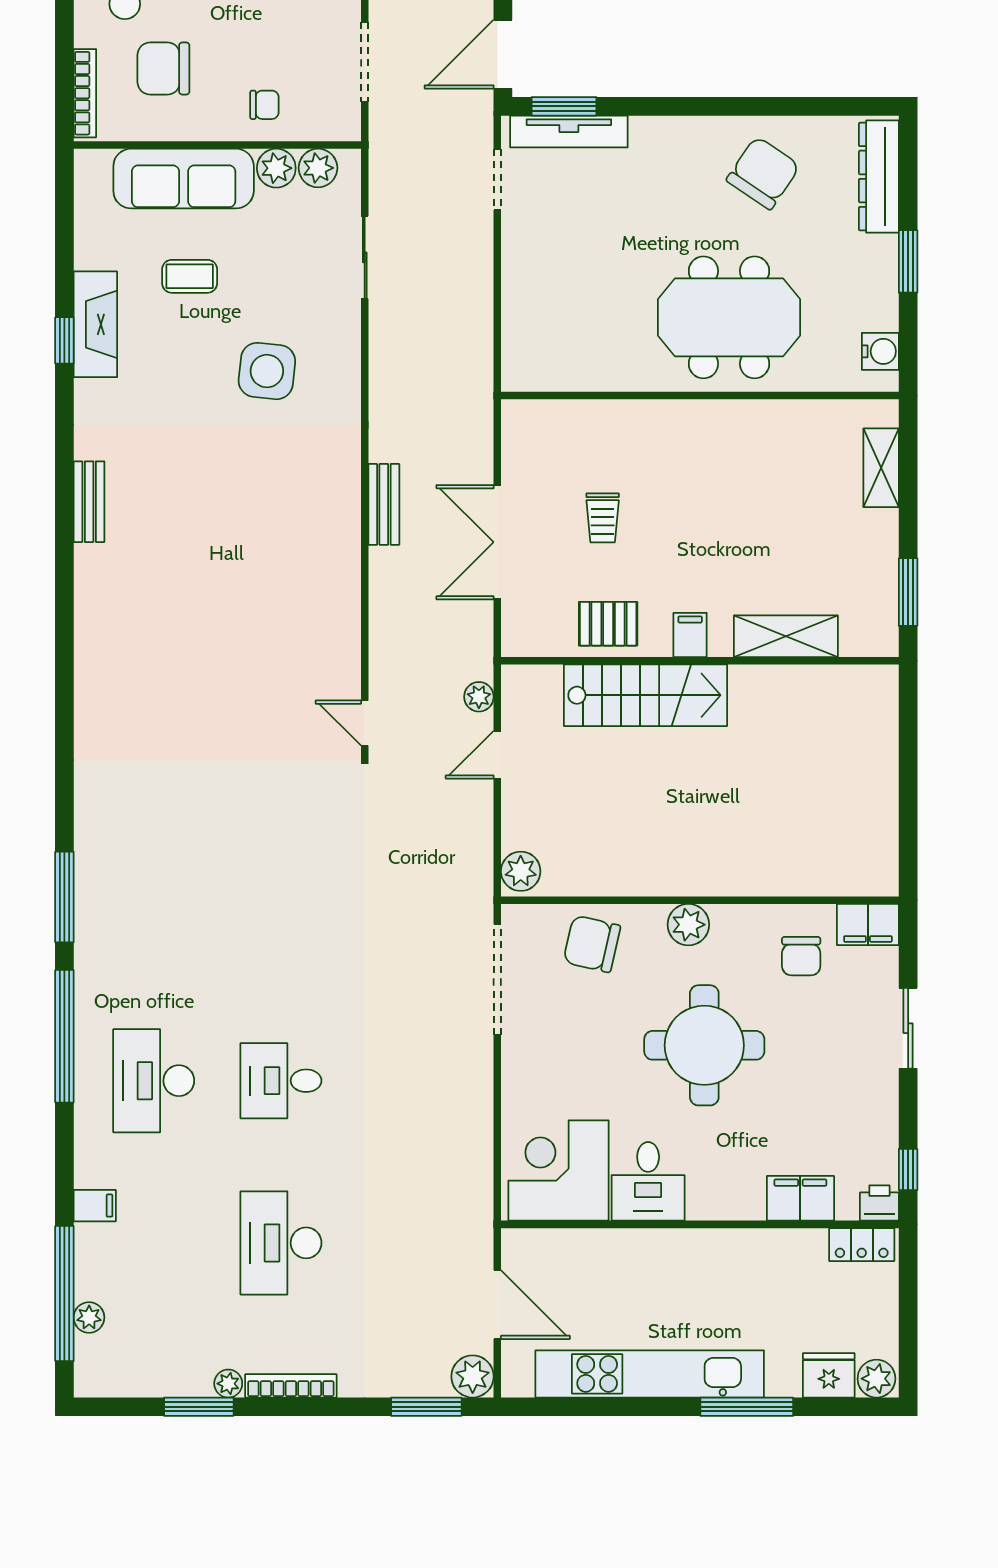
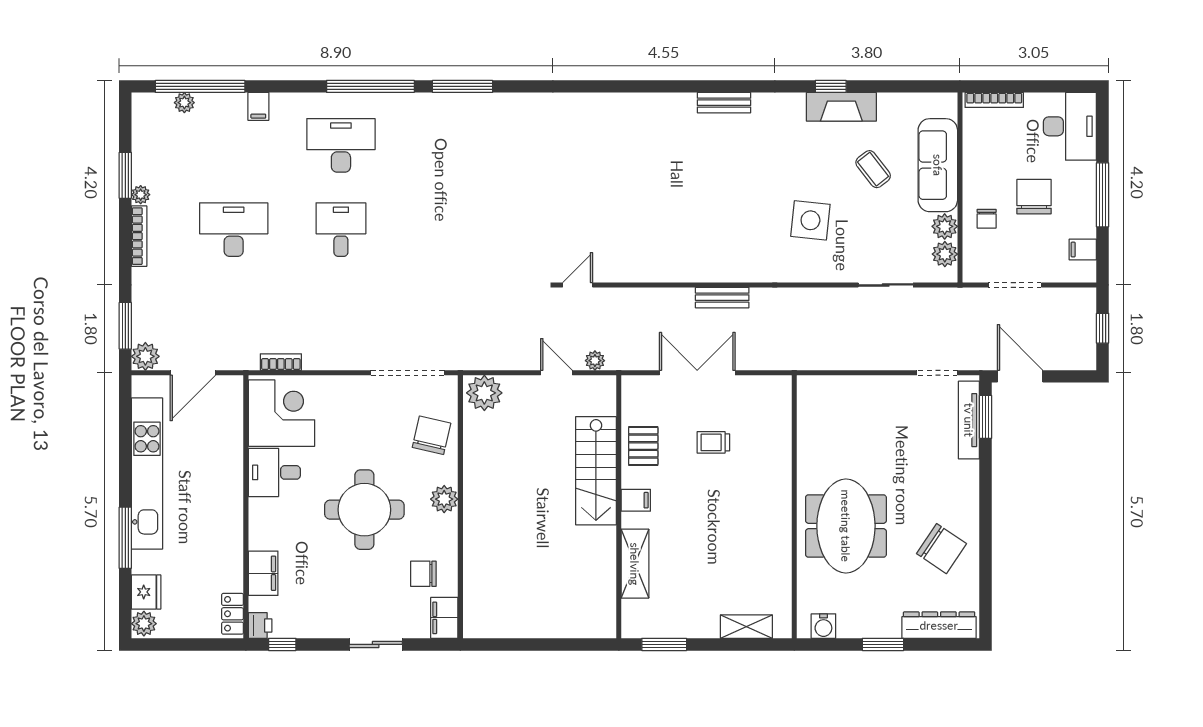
chair: (163, 69) -> (1034, 197), moved
coffee table: (190, 276) -> (873, 169), turned -38
plant: (521, 871) -> (484, 393), width x1.36, depth x1.36
bookcase: (481, 1172) -> (281, 362), added

